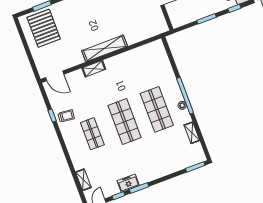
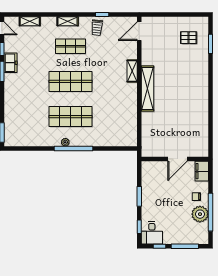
pallet: (44, 28) -> (189, 38), width x0.49, depth x0.50
shelving: (192, 133) -> (68, 21), moved

